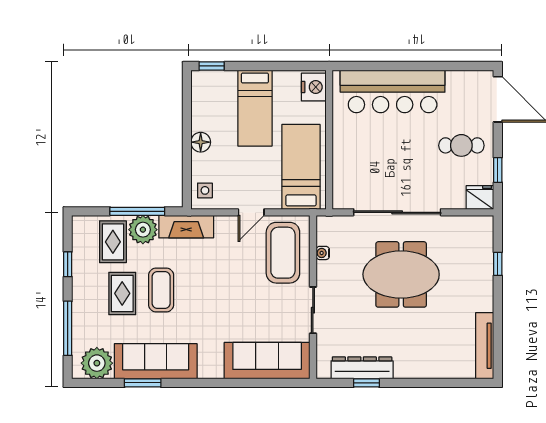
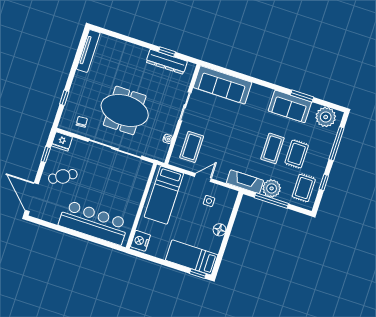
bed: (255, 108) -> (192, 257), moved, turned -90
cafe table: (461, 145) -> (63, 176), turned -31
side table: (205, 190) -> (209, 201), moved
chair: (460, 236) -> (82, 122), added
rug: (113, 242) -> (304, 188), moved
coffee table: (283, 253) -> (192, 147), width x0.73, depth x0.76
sofa: (156, 361) -> (290, 106), width x0.73

